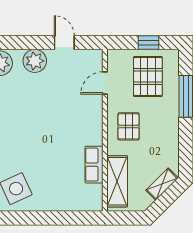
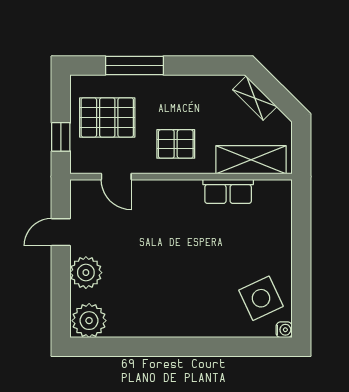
window: (148, 43) -> (61, 137), moved

